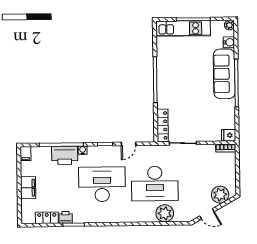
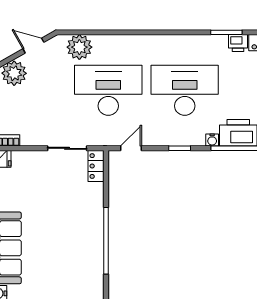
locker: (163, 125) -> (96, 166), width x0.66
door: (129, 144) -> (131, 148), moved
desk: (102, 184) -> (185, 90), turned 180
plant: (165, 213) -> (79, 47), moved

